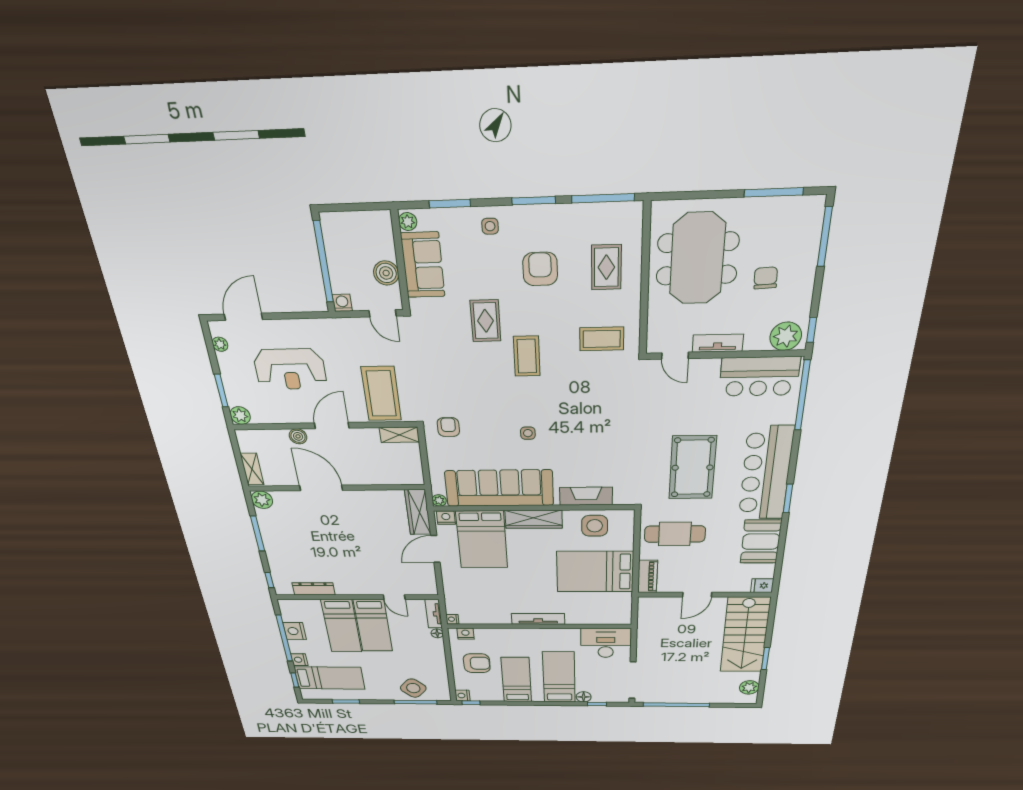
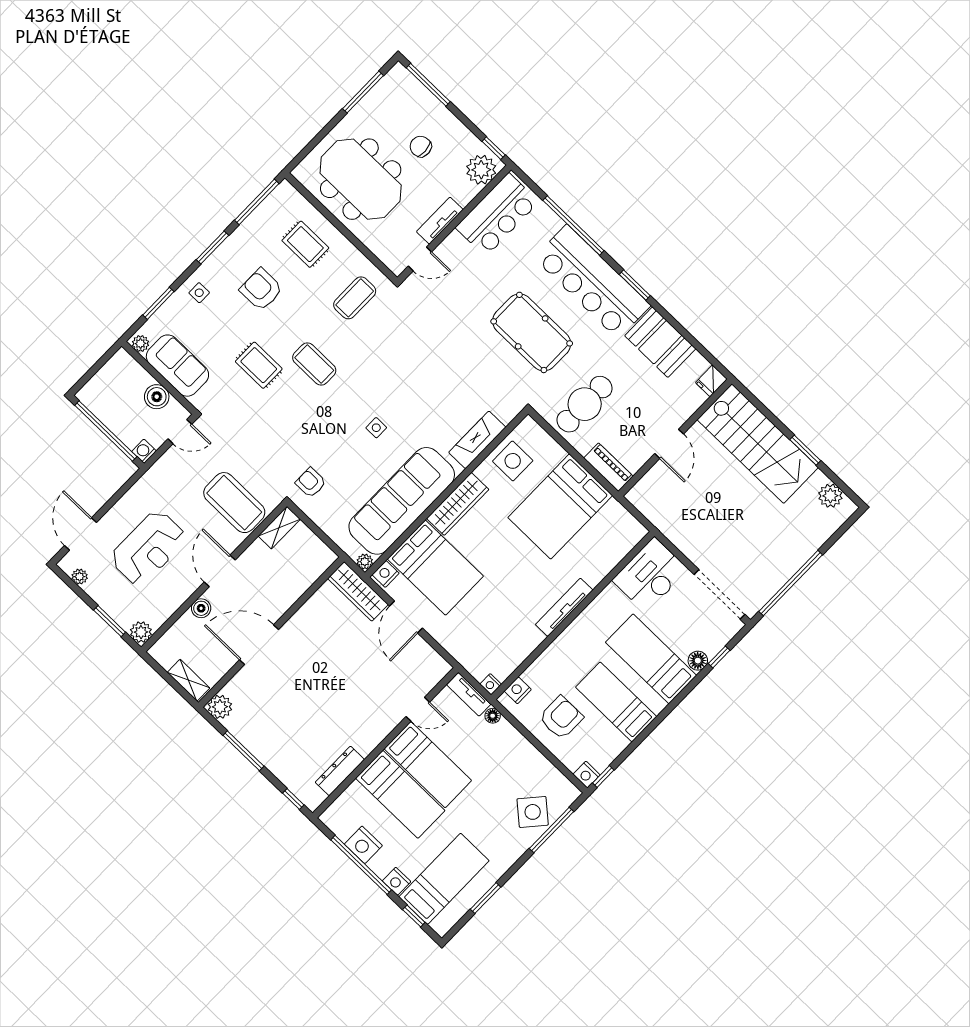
window: (802, 396) -> (573, 225), moved

